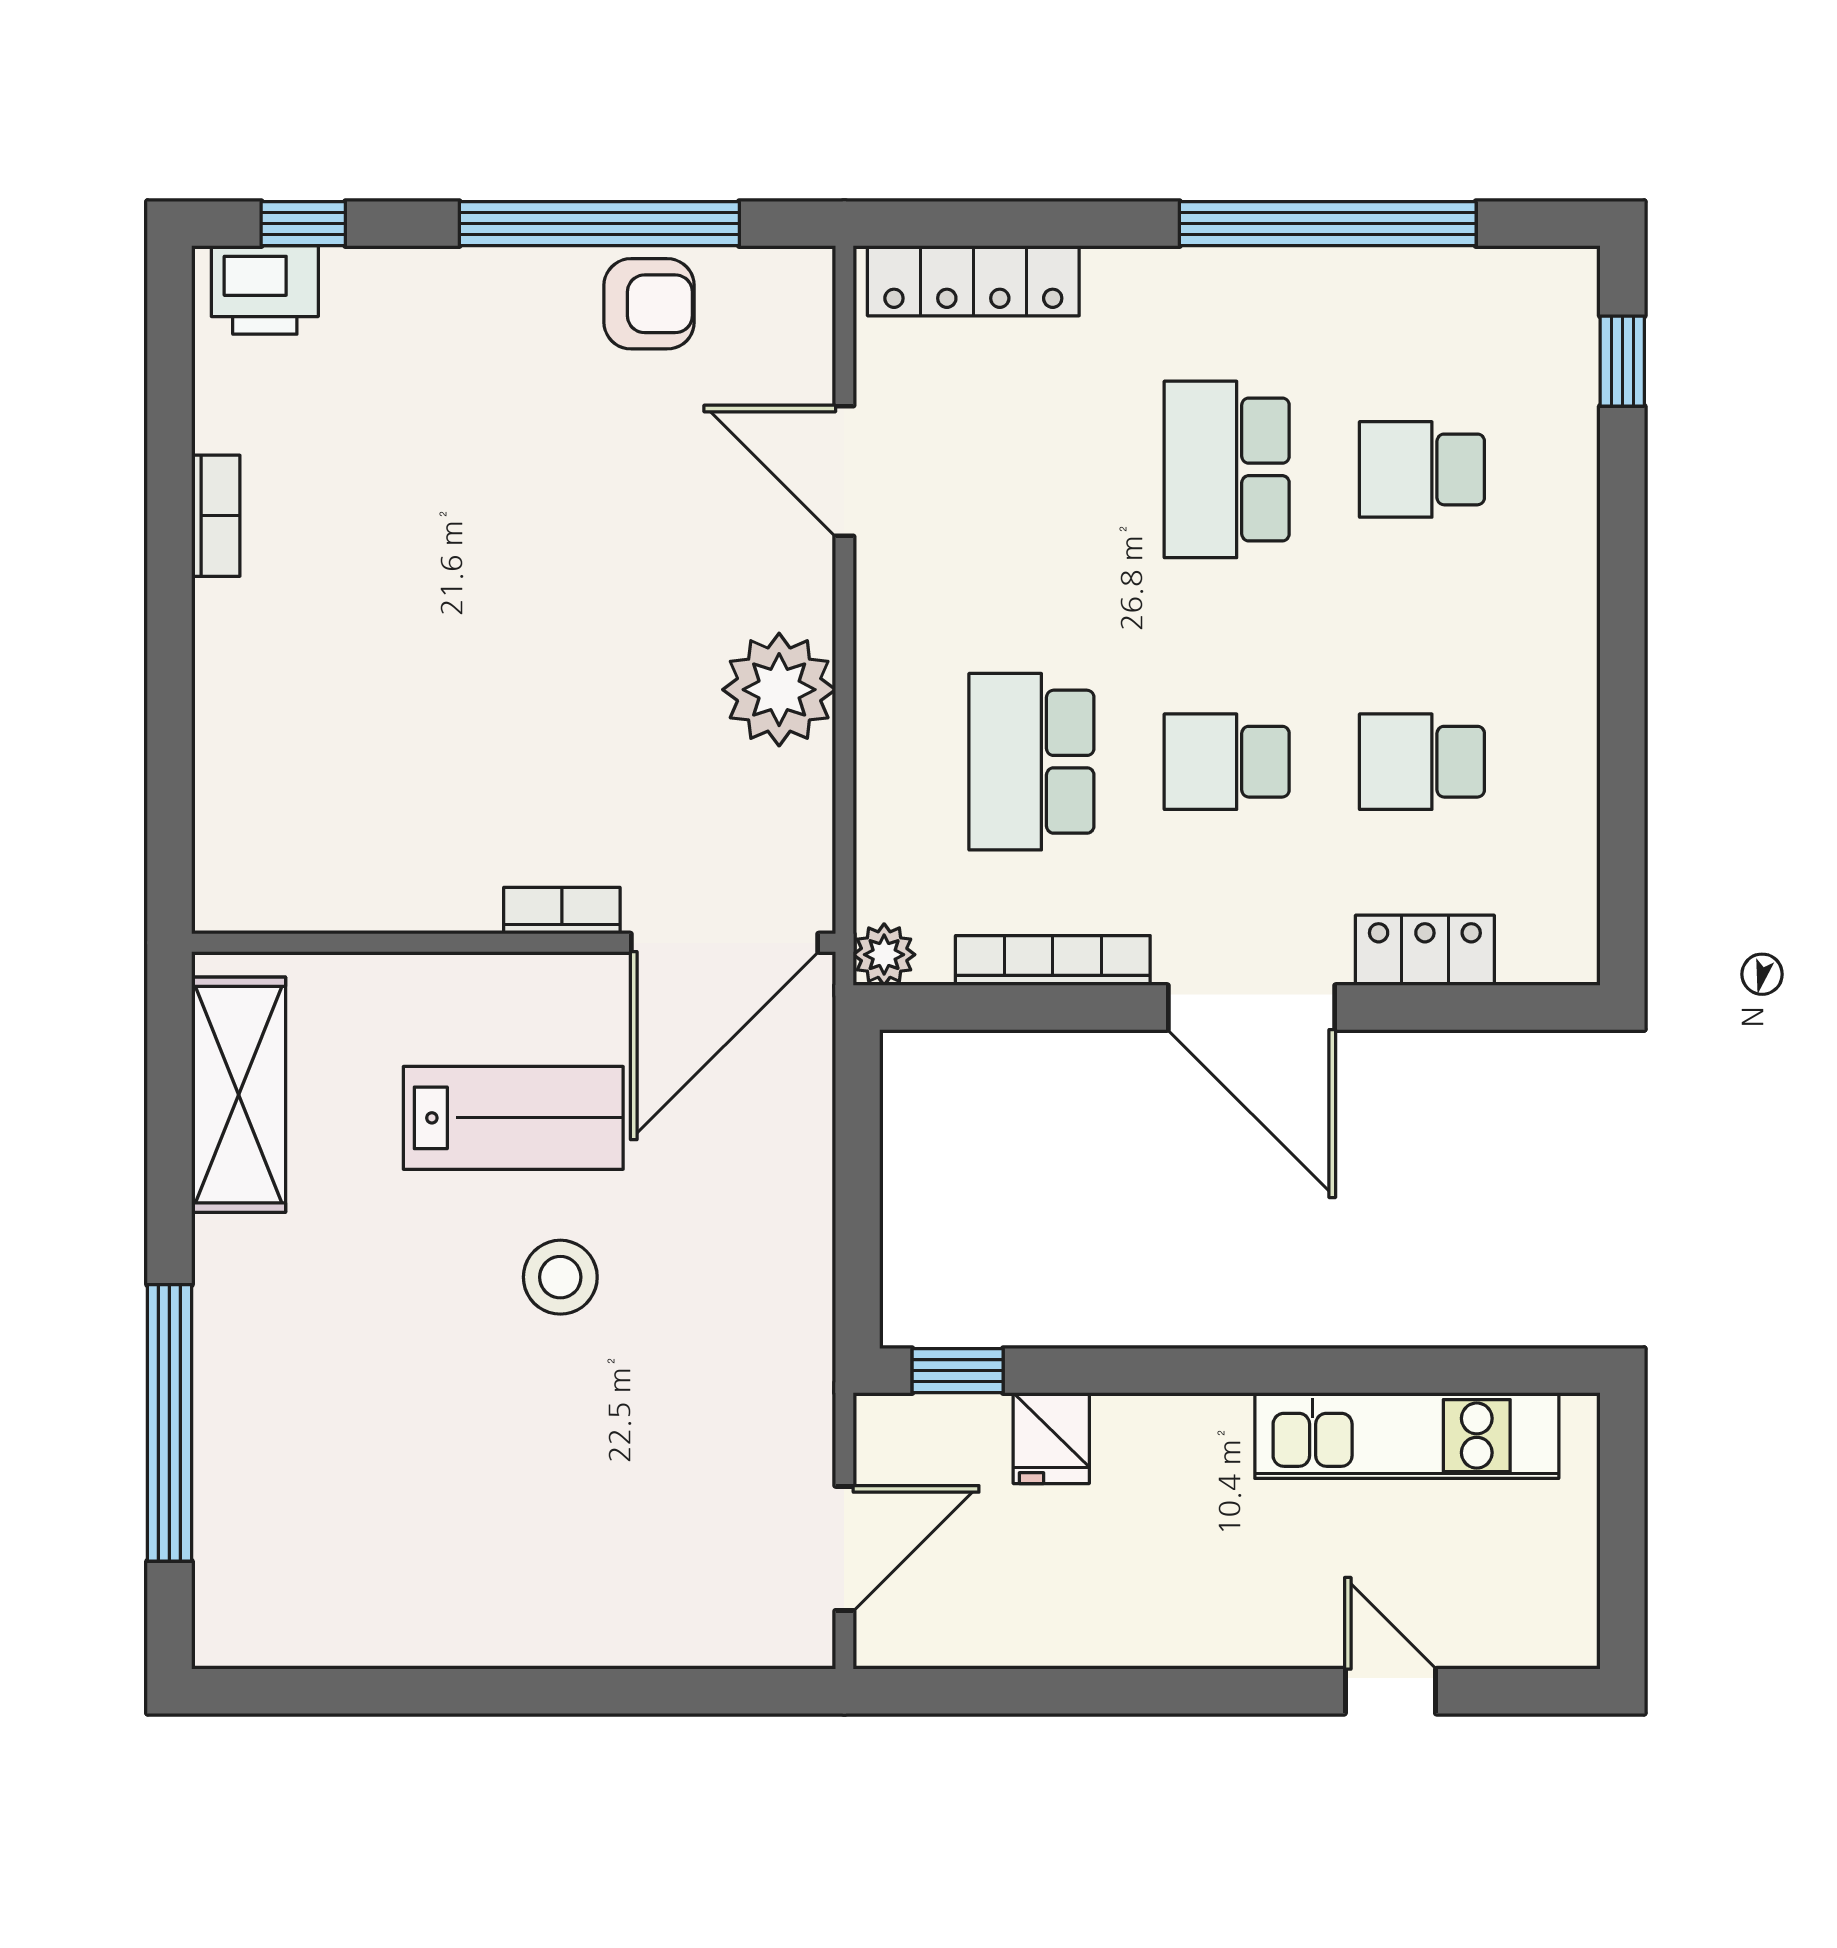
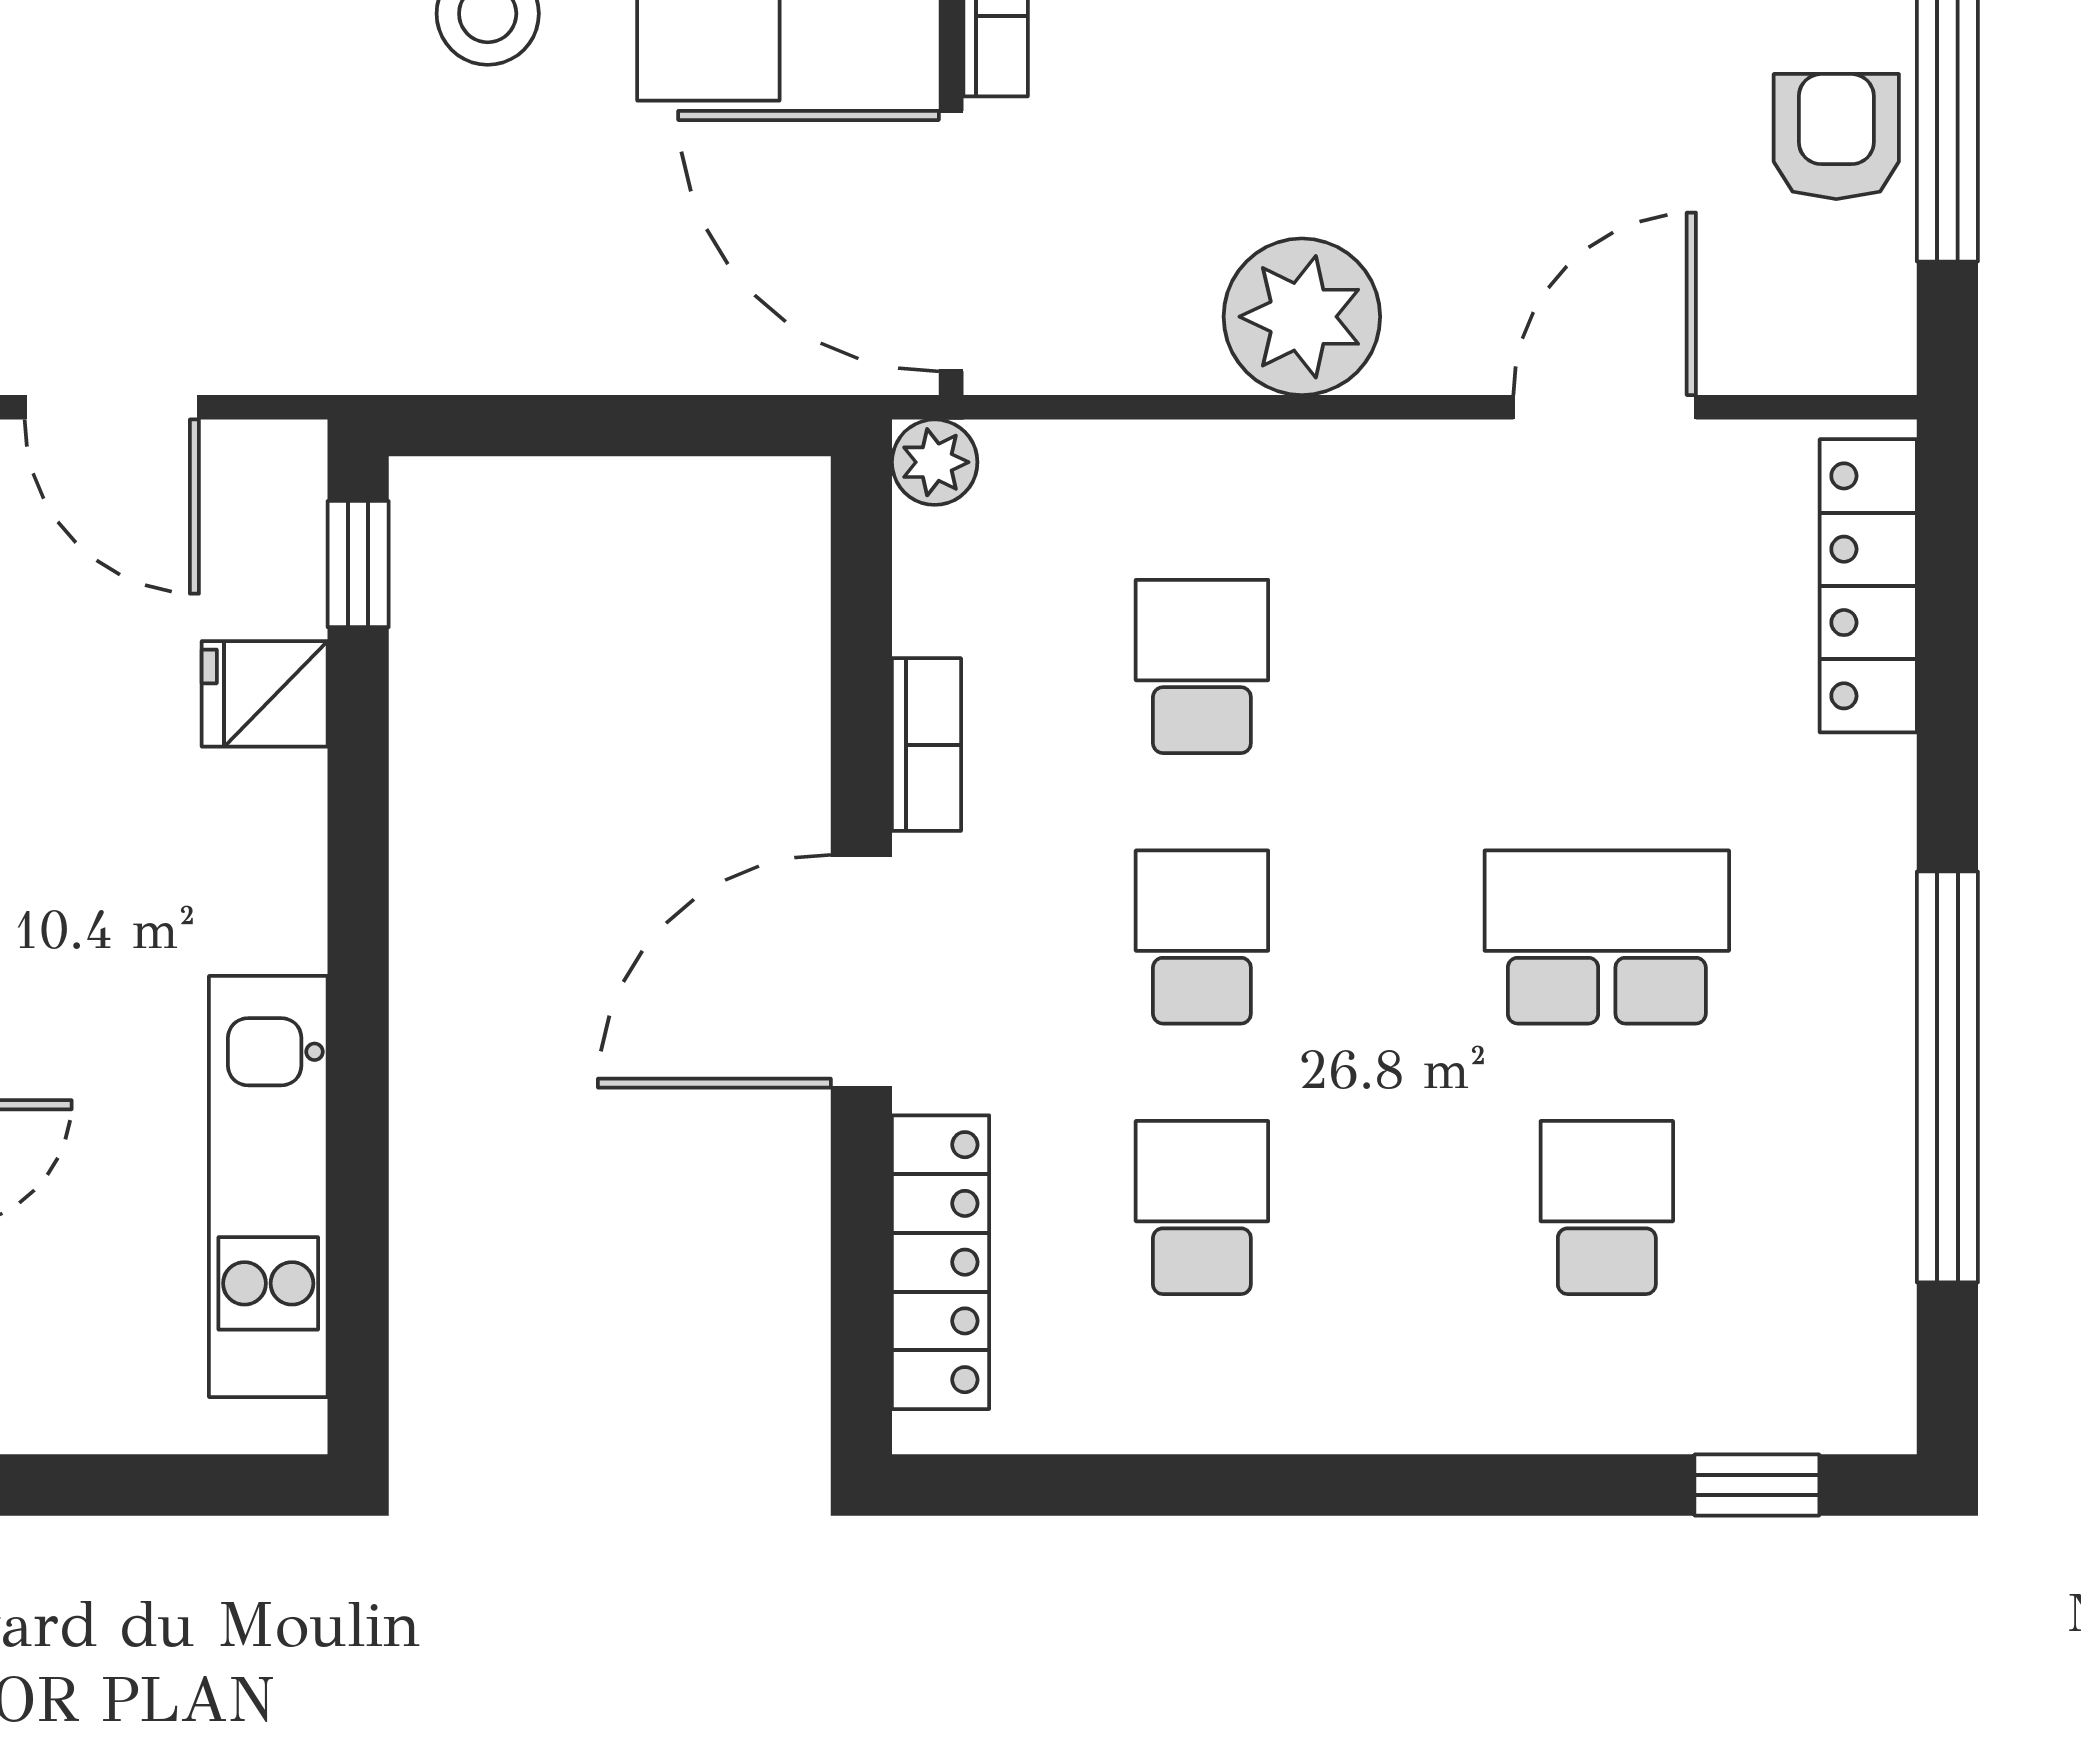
armchair: (649, 304) -> (1836, 137), turned 180
school desk: (1031, 762) -> (1202, 666), width x0.54
locker: (1425, 950) -> (941, 1262), width x1.53
bookcase: (1053, 960) -> (926, 745), width x0.64

